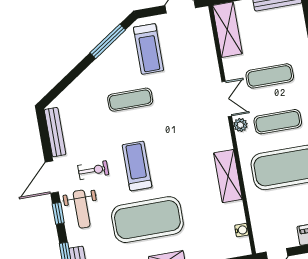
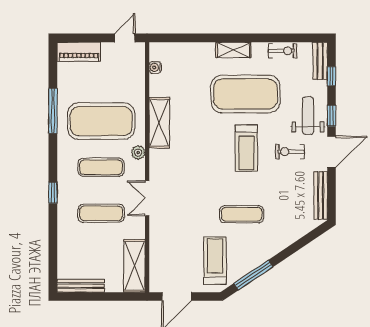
plant: (240, 125) -> (138, 153), moved

